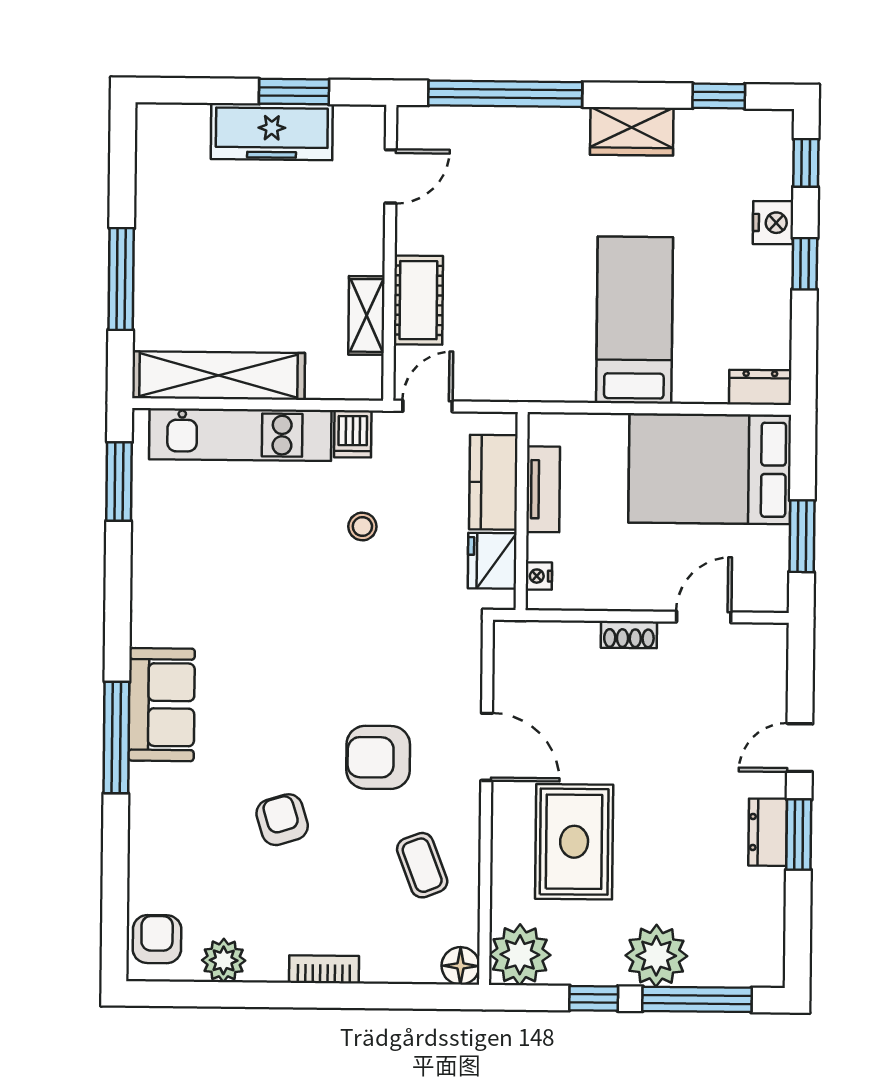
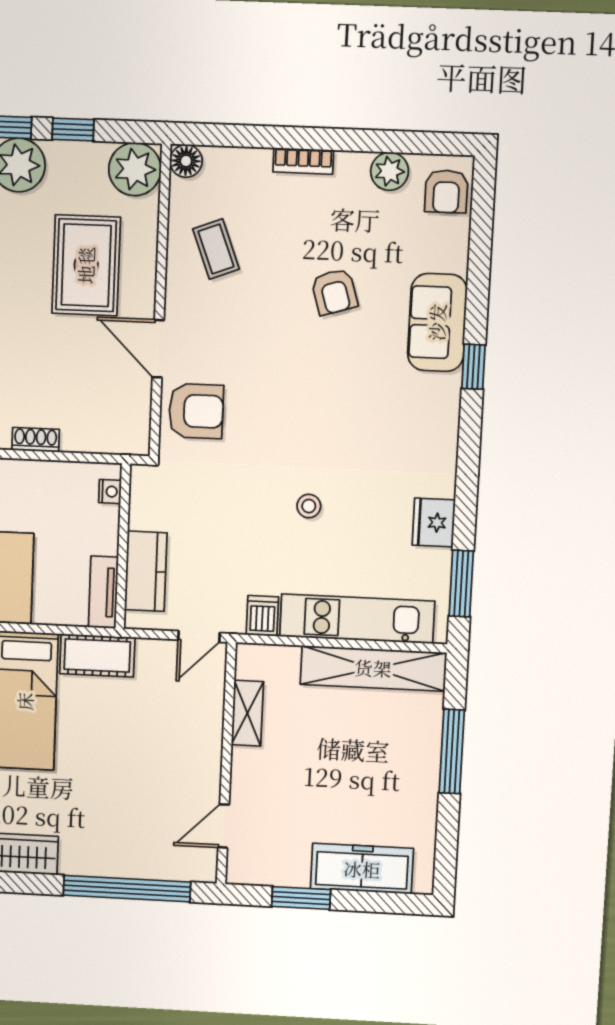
freezer: (272, 132) -> (362, 869), moved
cot: (418, 300) -> (97, 656), moved, turned 90
tv unit: (543, 489) -> (103, 592), moved
stool: (362, 526) -> (309, 506), moved
fridge: (492, 561) -> (434, 522), moved, turned 180
sofa: (162, 705) -> (437, 322), moved
window: (116, 738) -> (473, 367), width x0.46
armchair: (378, 757) -> (196, 411), moved

